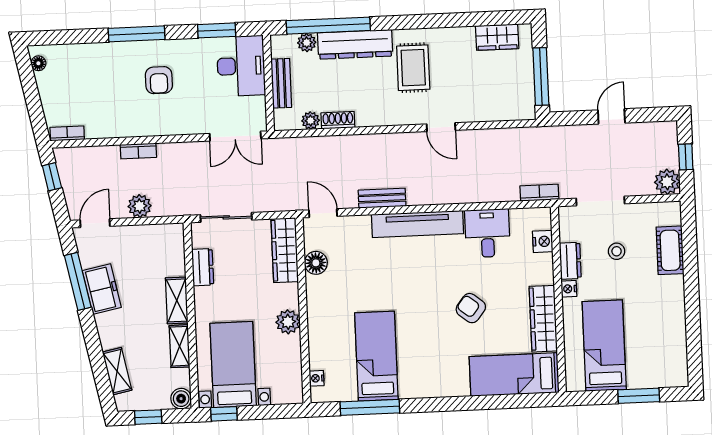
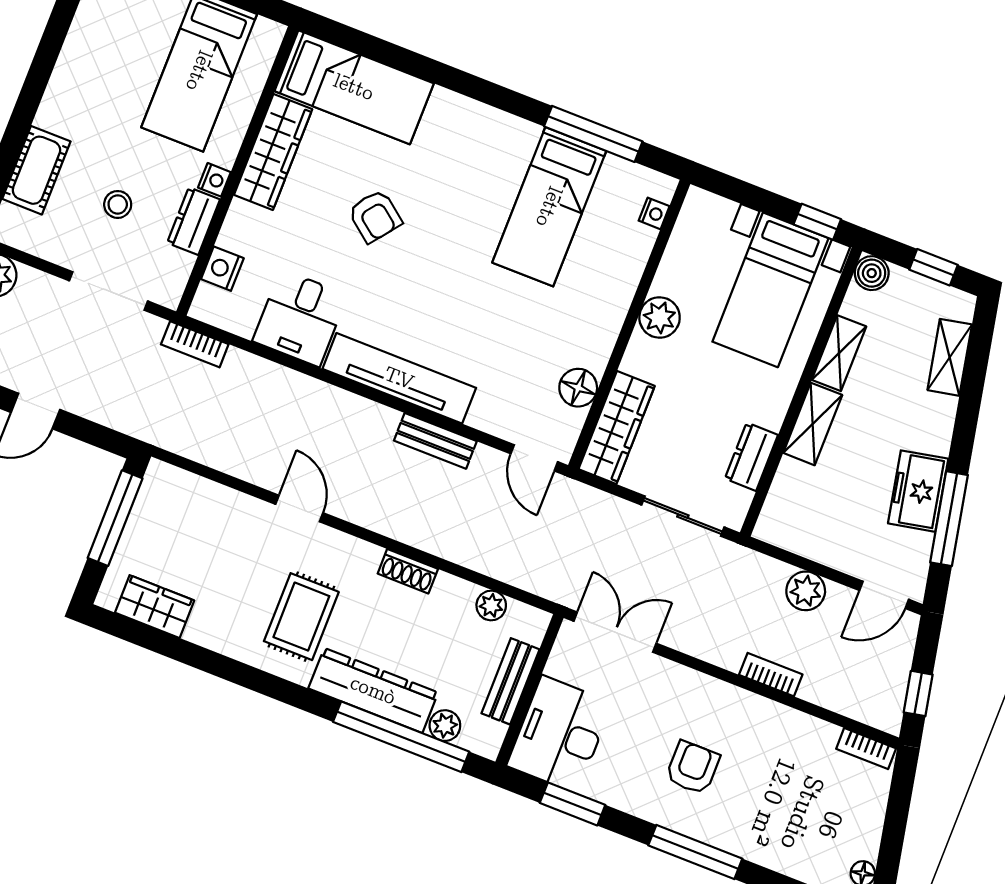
shoe rack: (338, 120) -> (408, 571), moved

